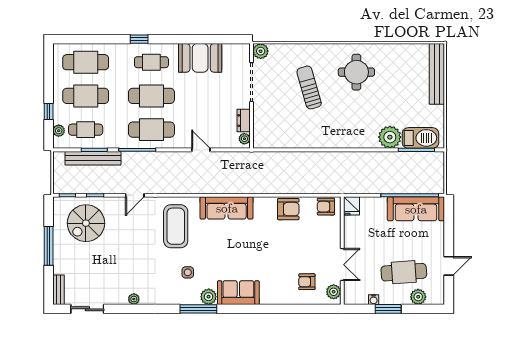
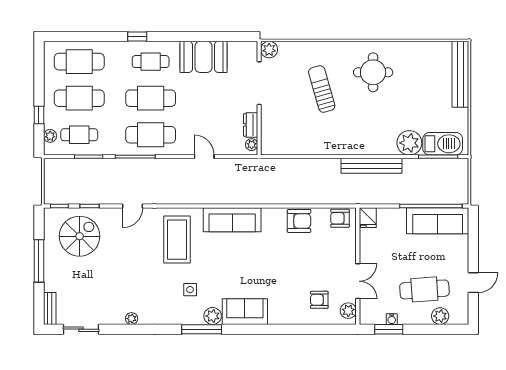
bench: (93, 158) -> (372, 166), moved
spiral stairs: (86, 223) -> (80, 236), turned 180
window: (388, 309) -> (389, 329), moved

